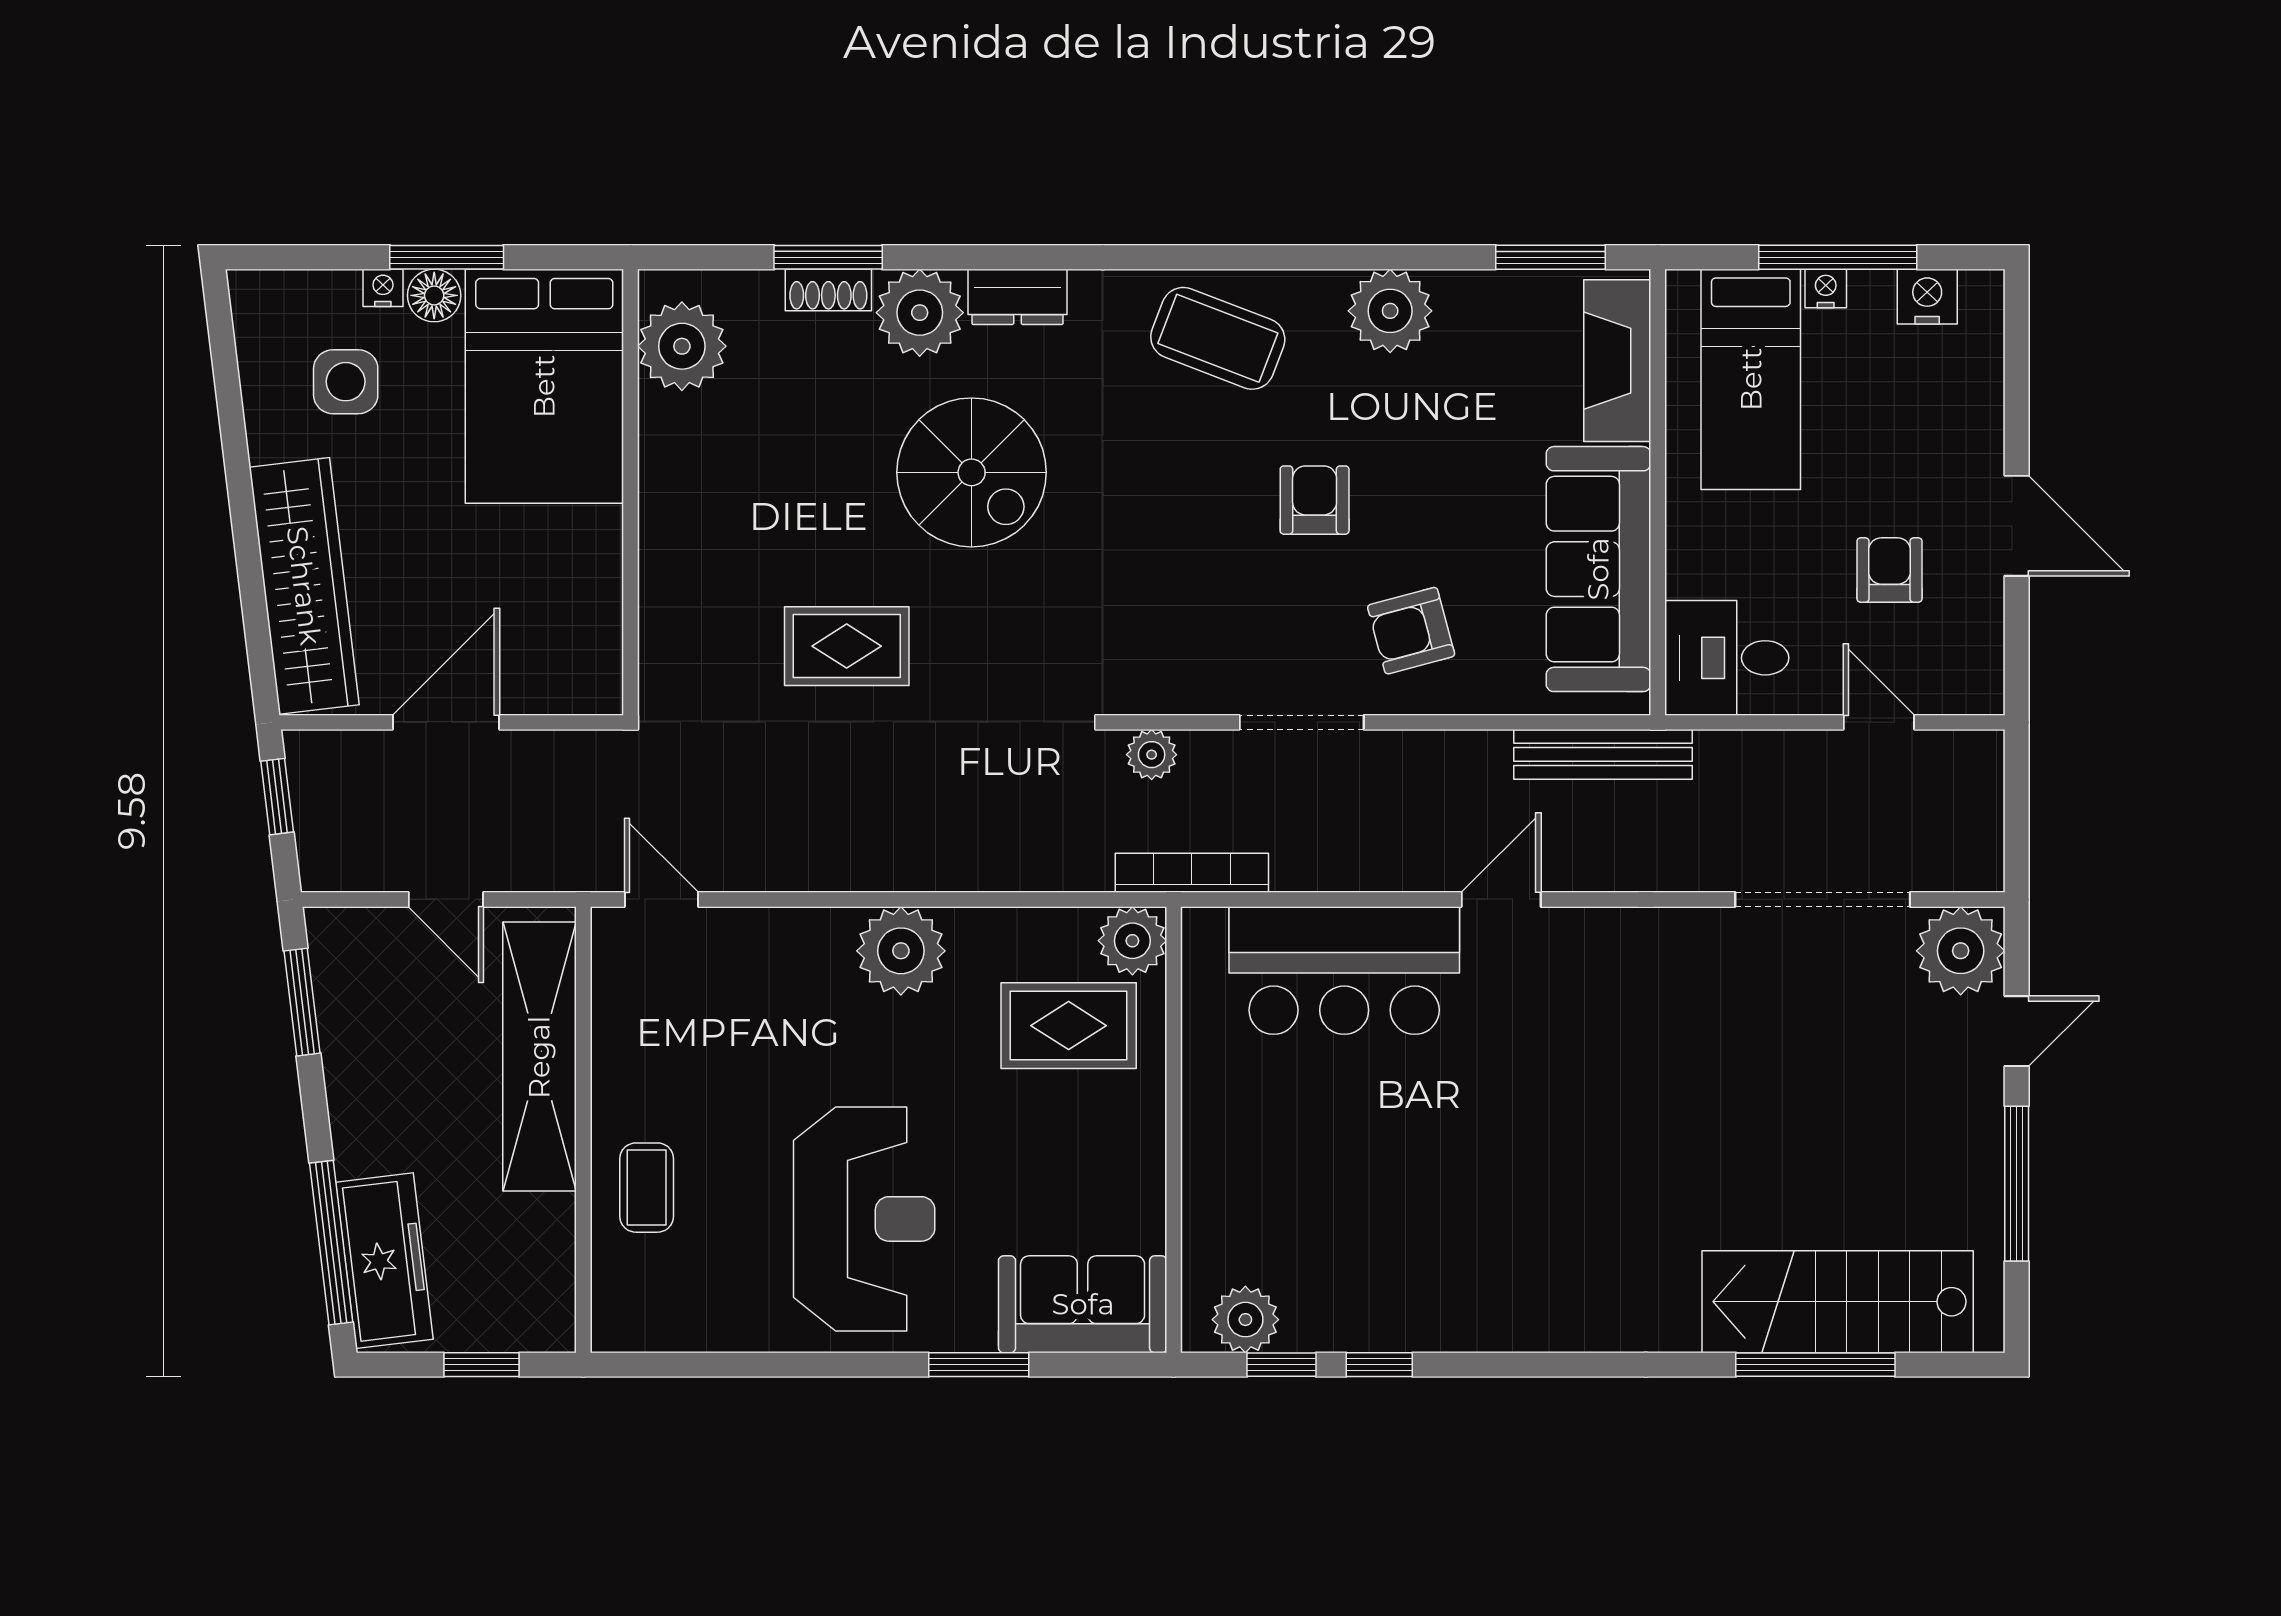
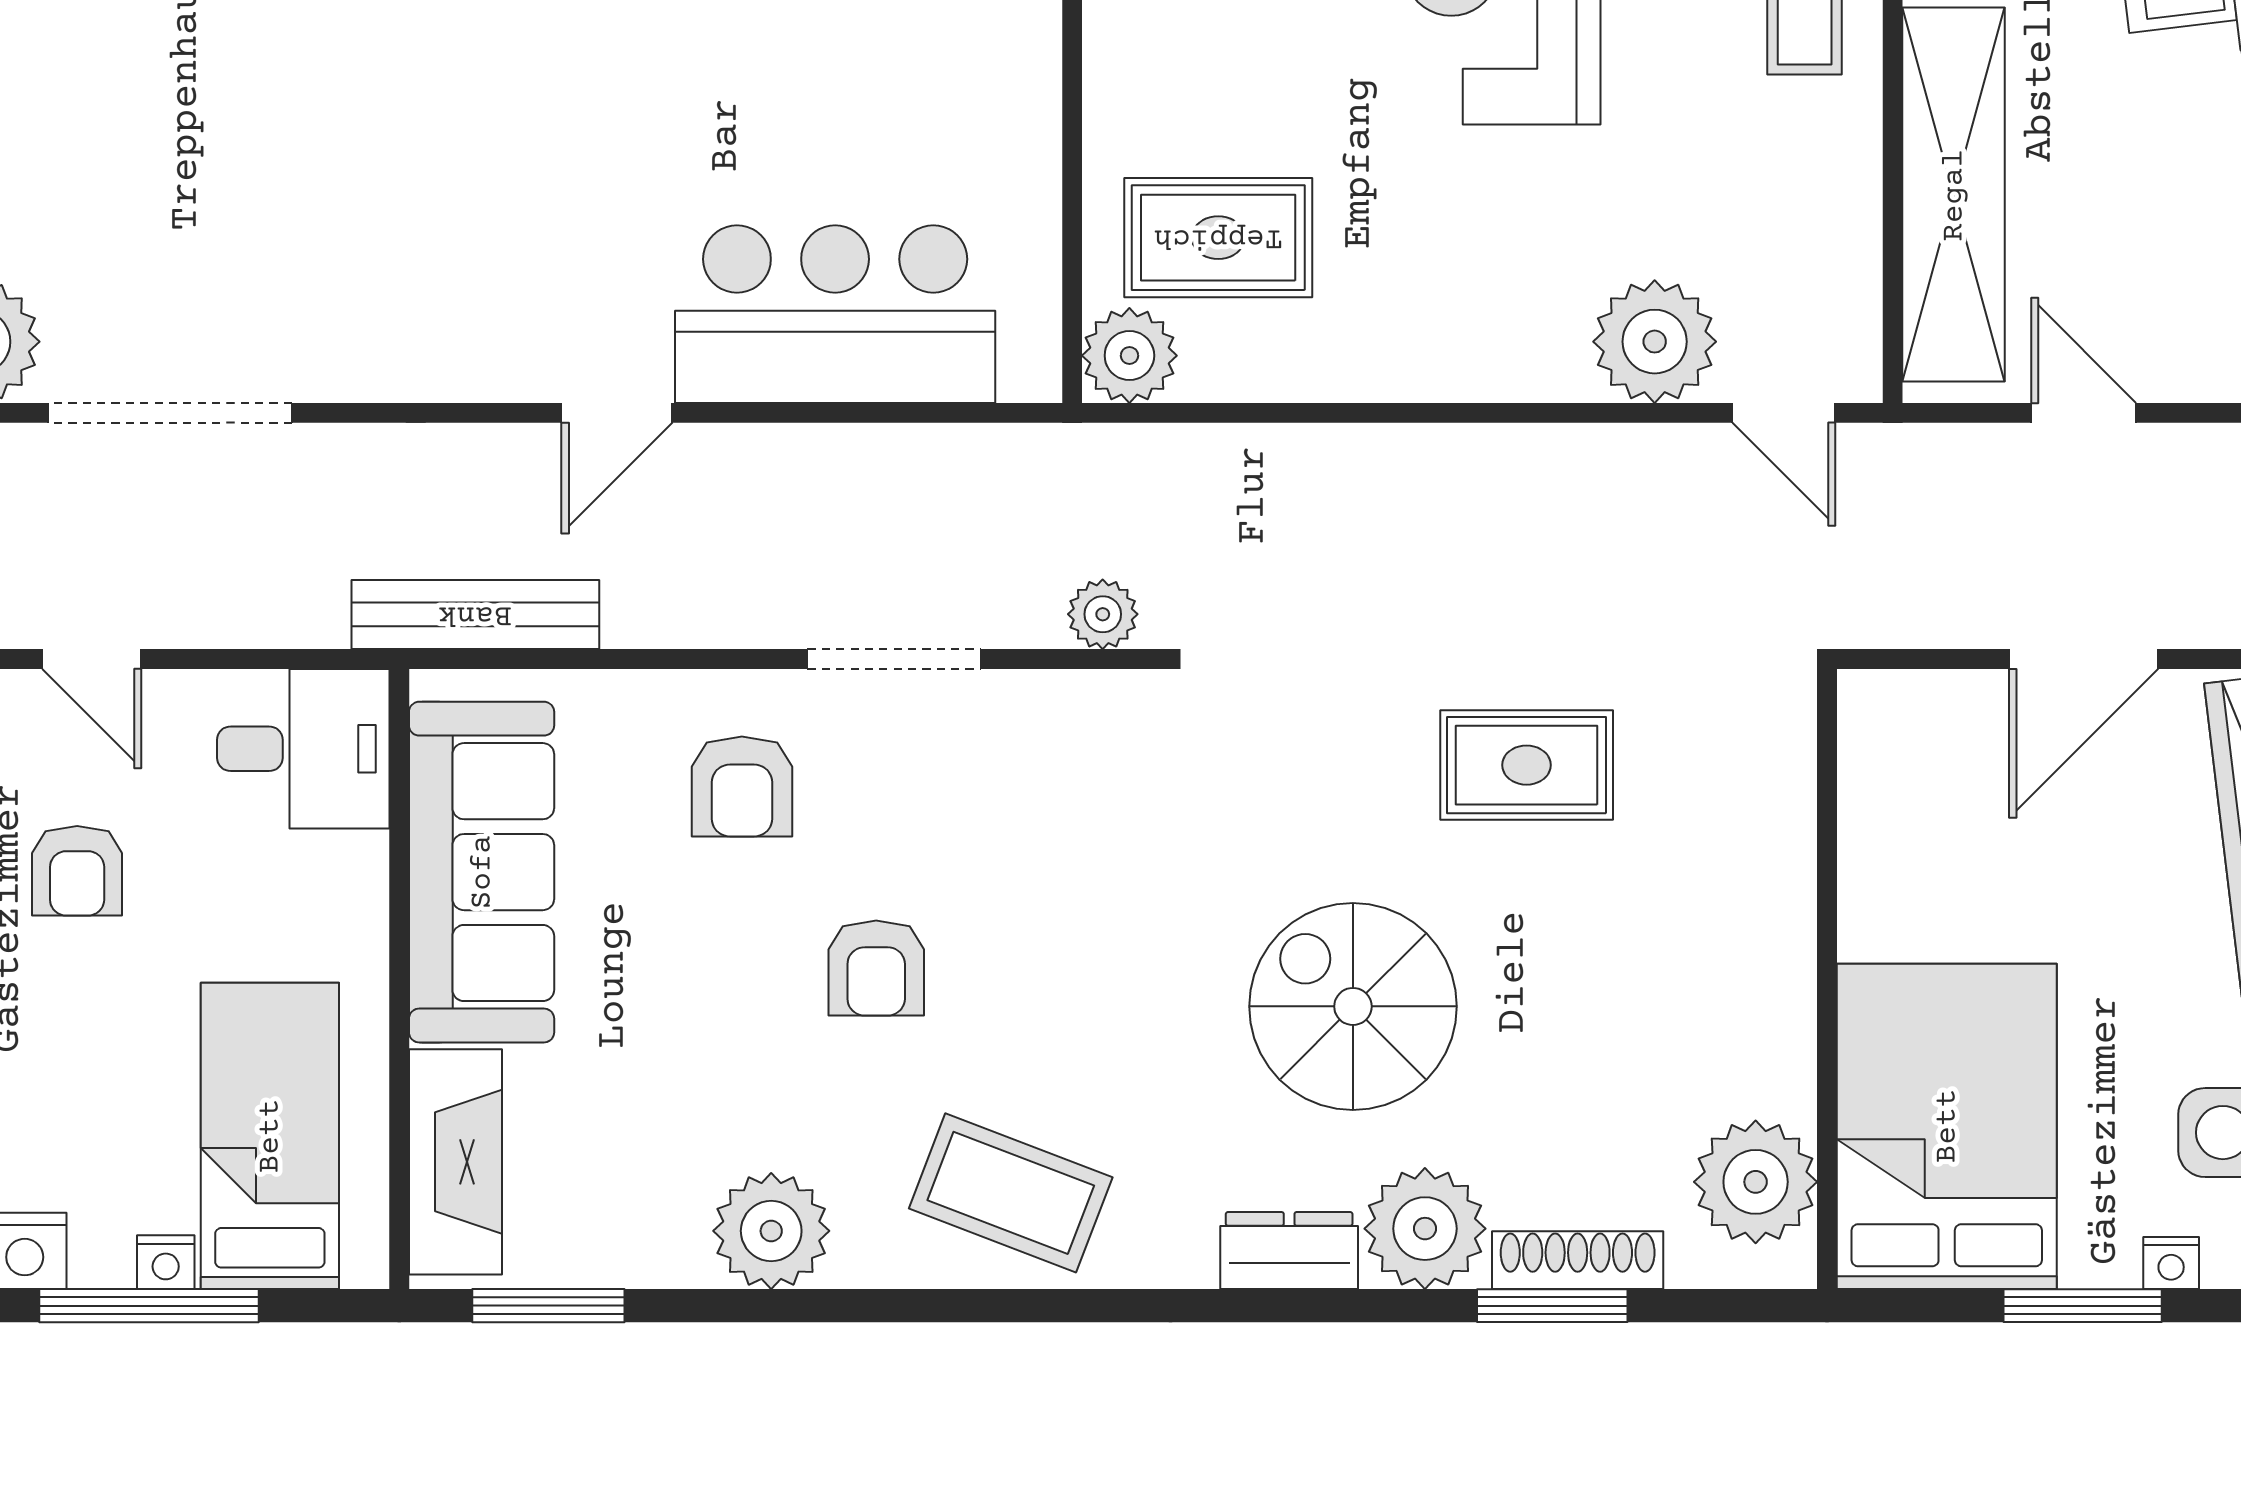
shoe rack: (828, 290) -> (1578, 1260), width x1.43
floor lamp: (434, 295) -> (2100, 1252), removed
armchair: (1411, 631) -> (742, 787), turned 105
bookcase: (1192, 873) -> (1047, 450), removed
plant: (901, 951) -> (1655, 342), moved

